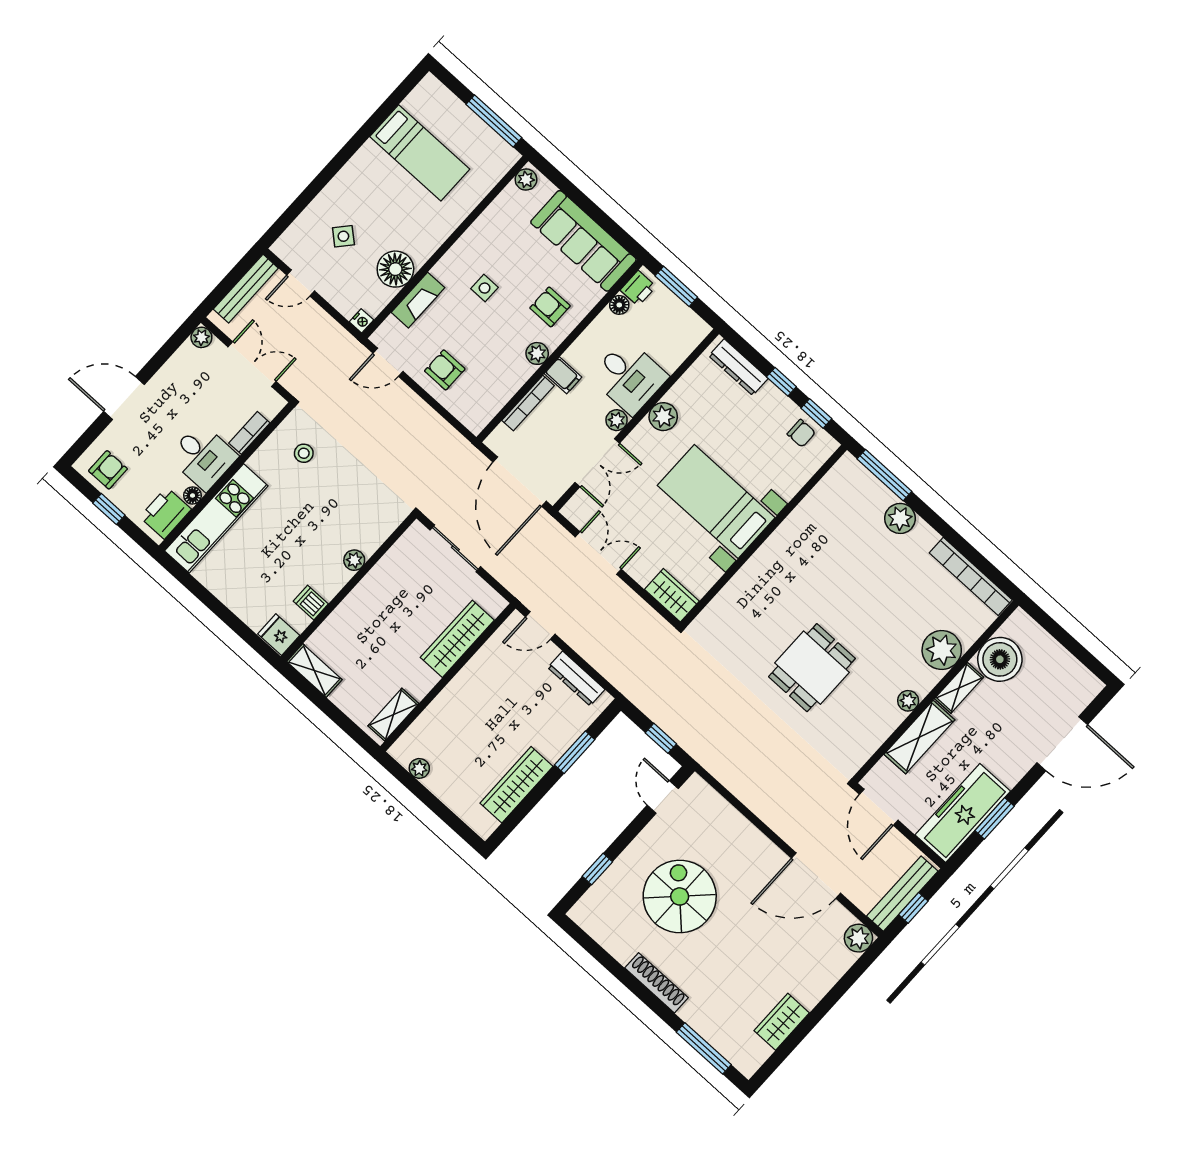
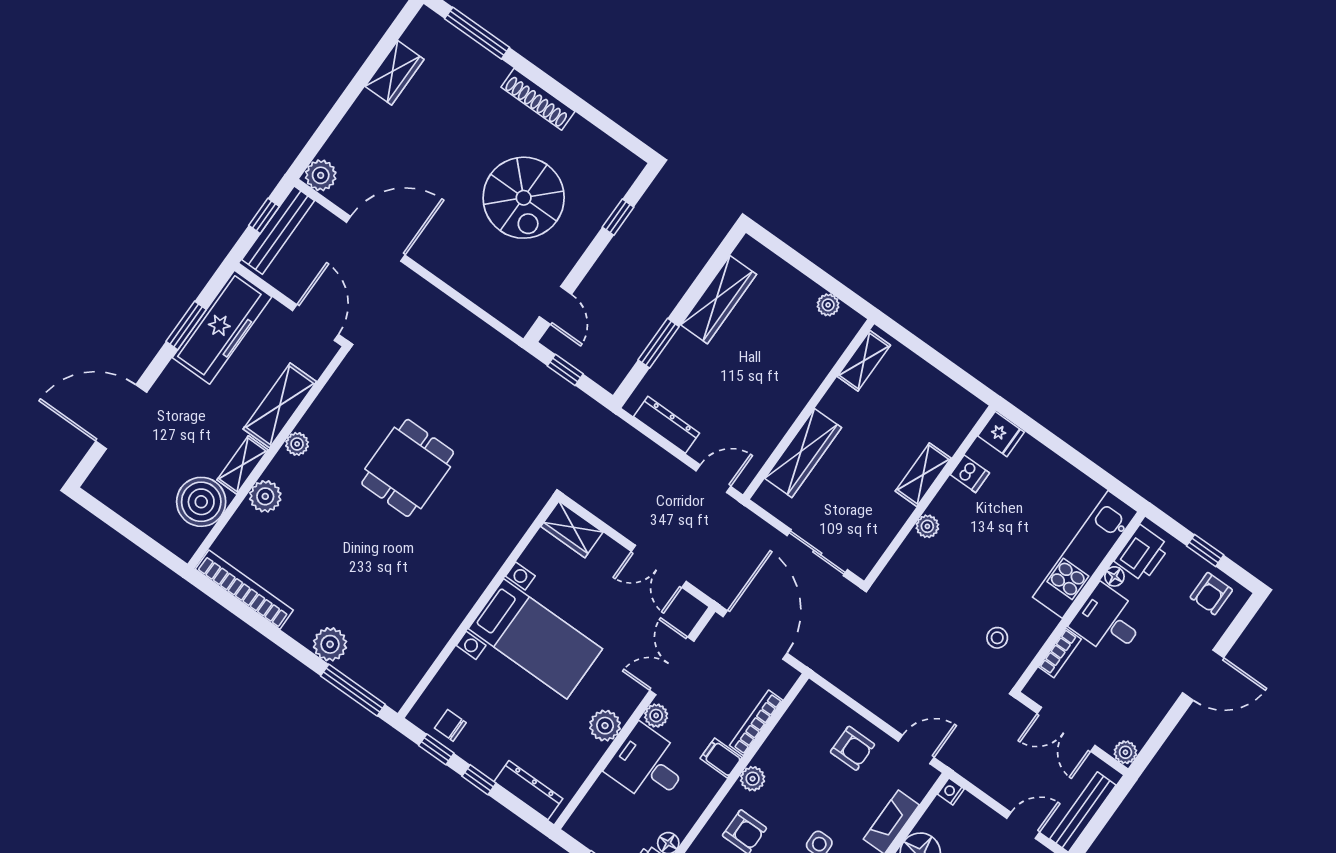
plant: (942, 650) -> (265, 496), width x0.73, depth x0.73
shelving: (314, 671) -> (923, 475), moved, turned 90

